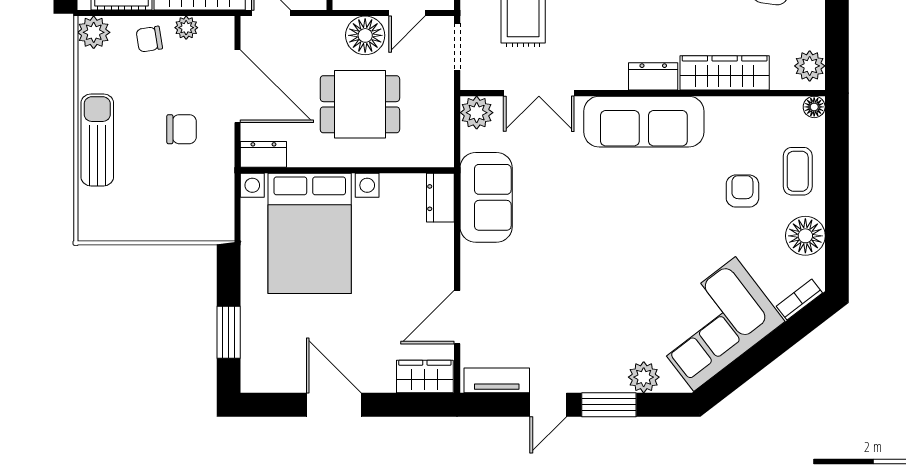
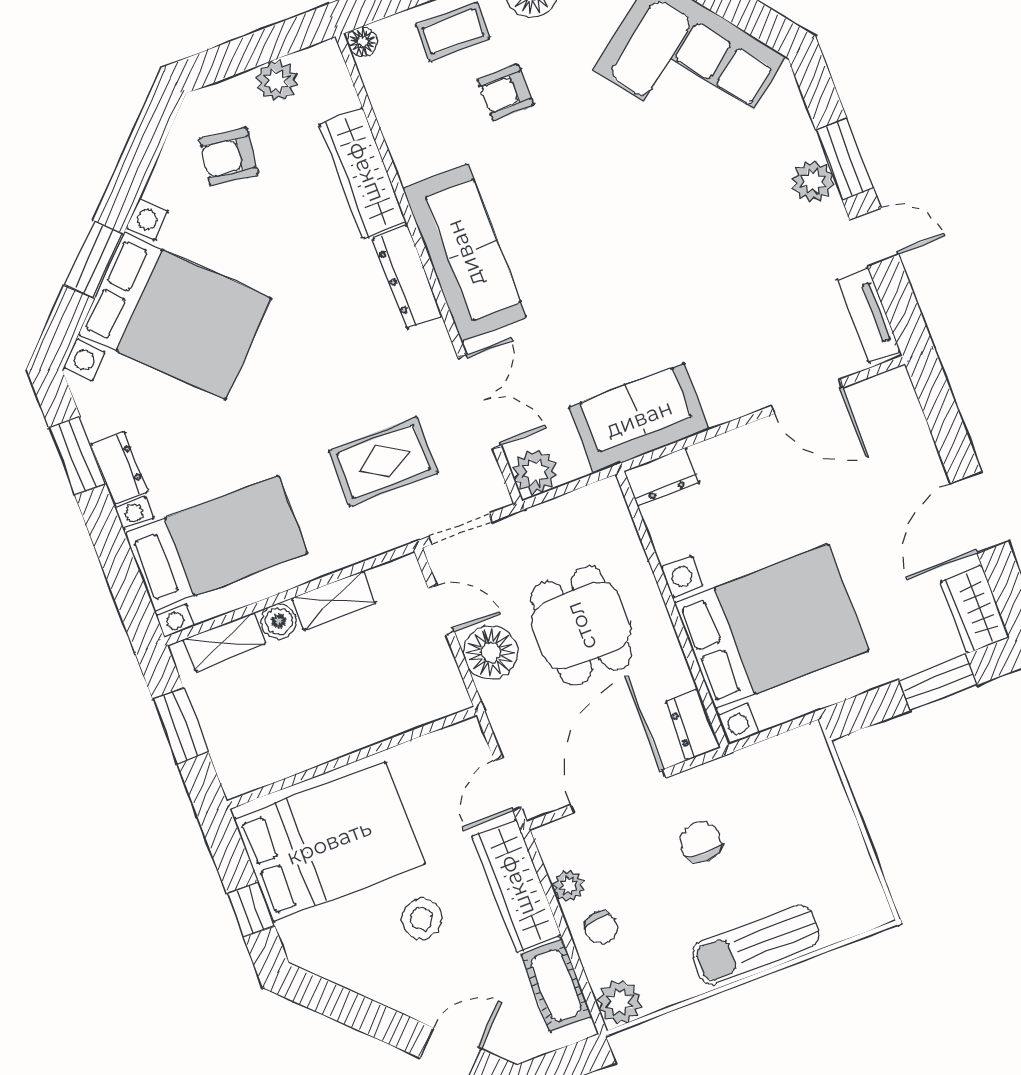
plant: (810, 66) -> (277, 81), moved
dresser: (653, 76) -> (407, 277), width x1.44
wardrobe: (425, 376) -> (975, 609), moved
plant: (644, 377) -> (813, 181), moved

